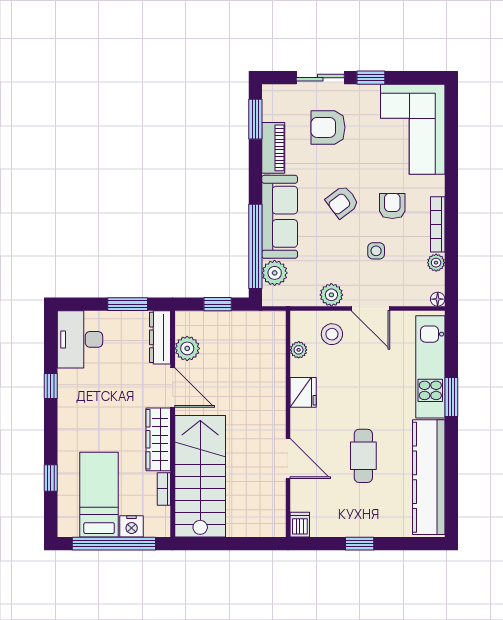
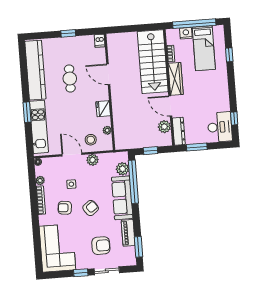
armchair: (392, 206) -> (65, 208), turned 96
window: (51, 386) -> (234, 118), moved

